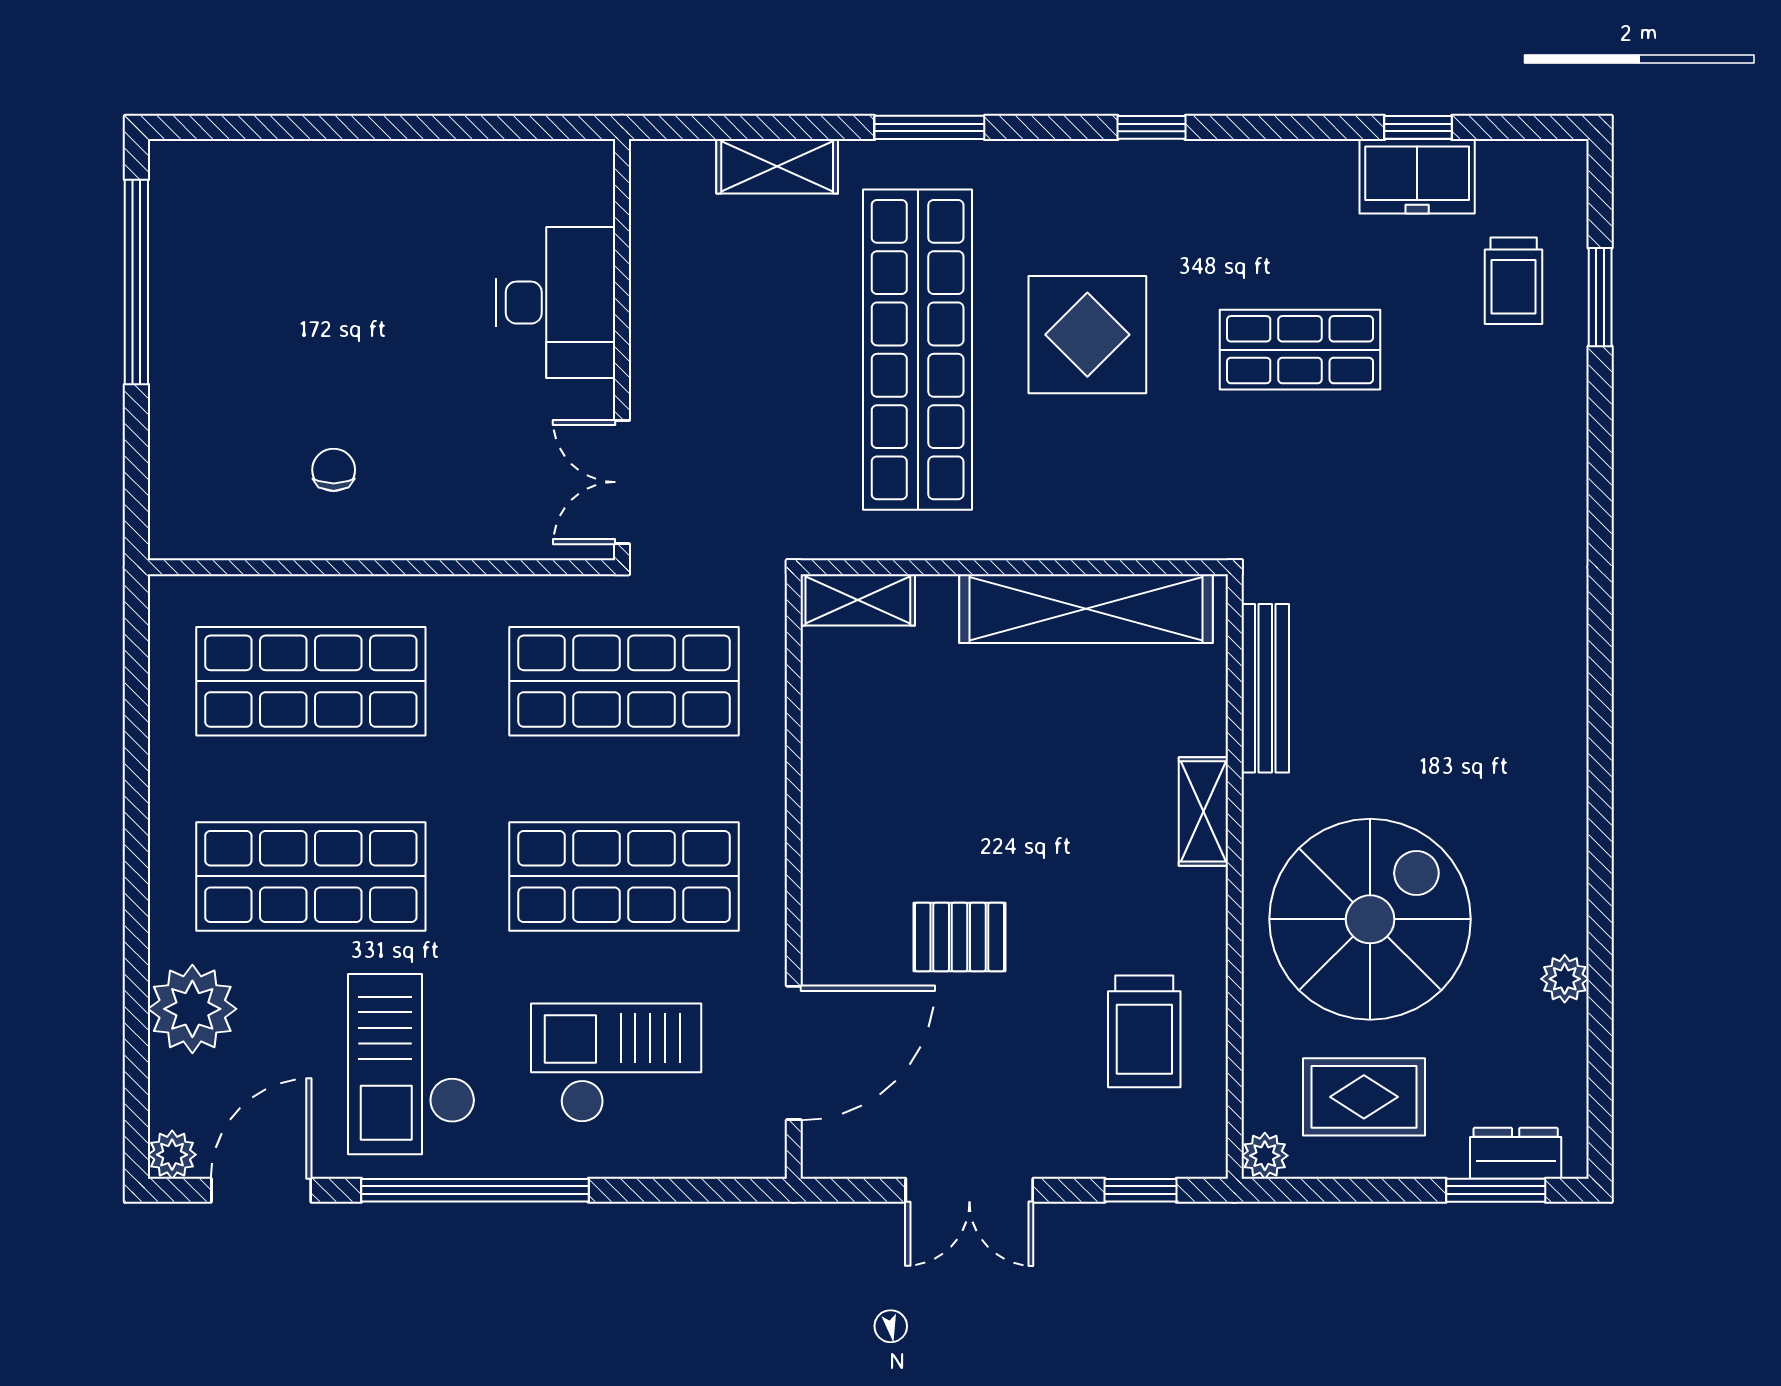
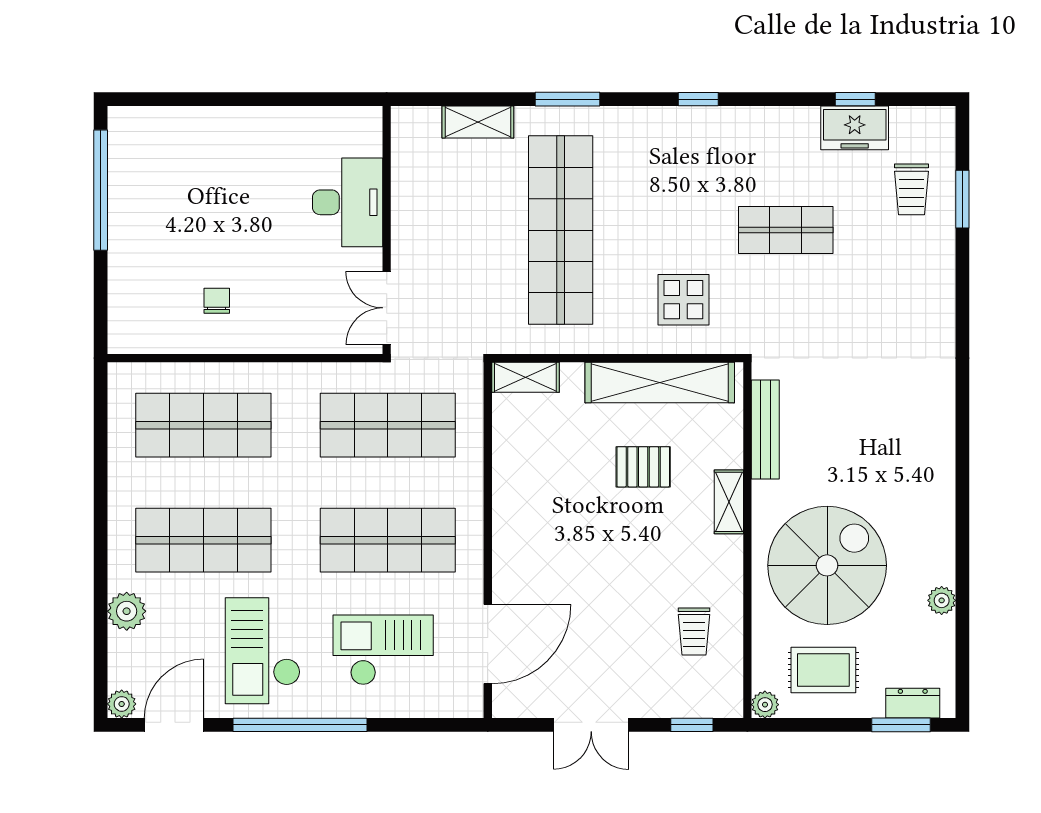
display table: (1087, 335) -> (683, 300), moved, width x0.73, depth x0.73
pallet: (959, 937) -> (643, 467), moved
plant: (192, 1009) -> (127, 611), width x0.73, depth x0.73
trolley: (1144, 1031) -> (694, 631), width x0.73, depth x0.72

